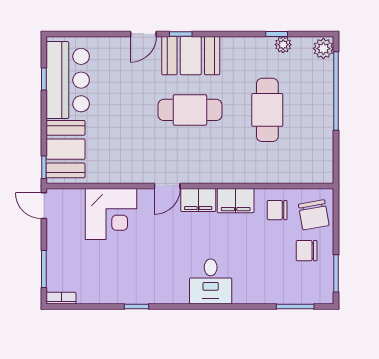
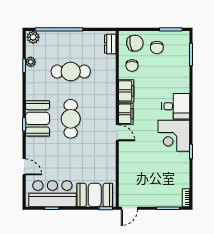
door: (143, 34) -> (24, 167), moved
dresser: (312, 174) -> (110, 44), added
corner desk: (111, 214) -> (174, 136), moved, turned 180

